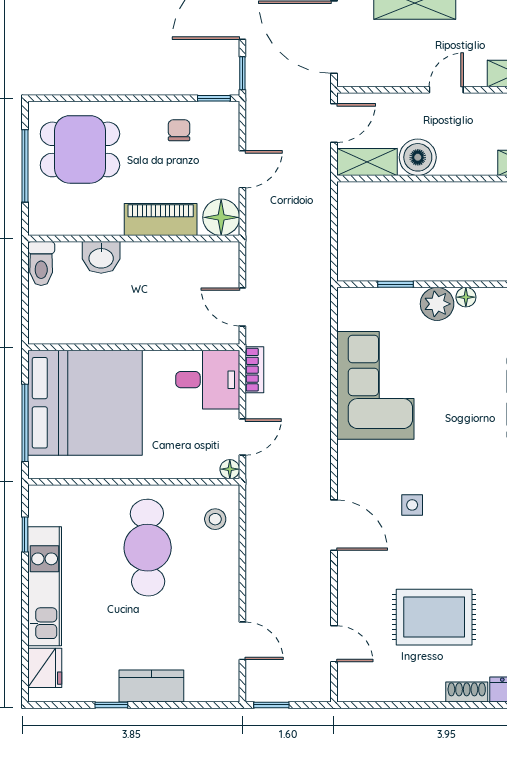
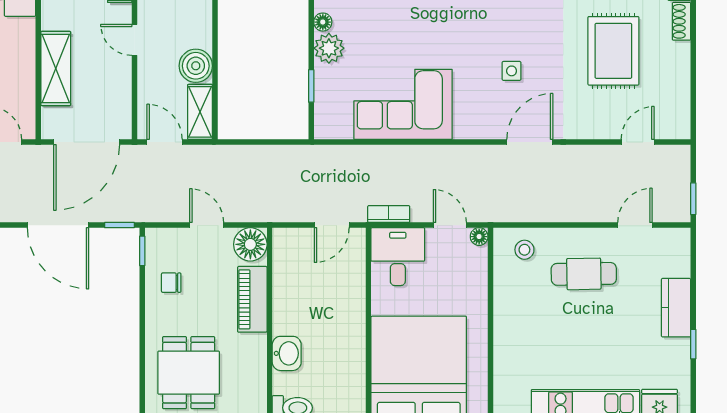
cafe table: (148, 548) -> (584, 274), moved, width x0.73, depth x0.74

